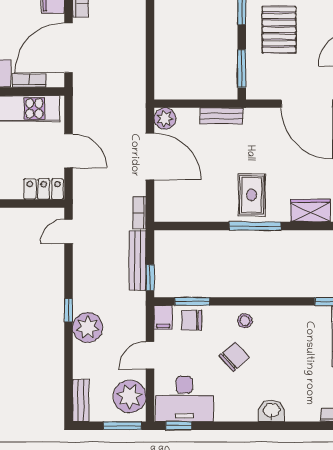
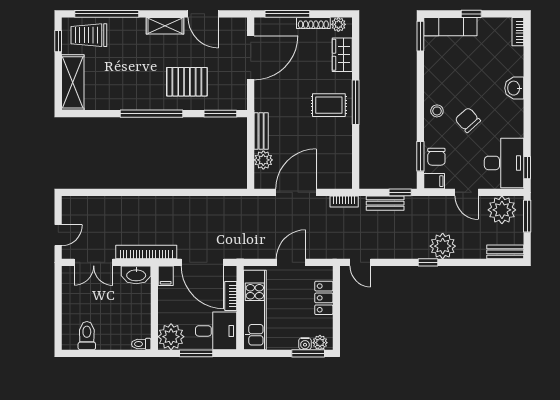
plant: (165, 119) -> (263, 160), moved
locker: (44, 189) -> (324, 298), moved
bench: (138, 260) -> (385, 203), width x0.73

